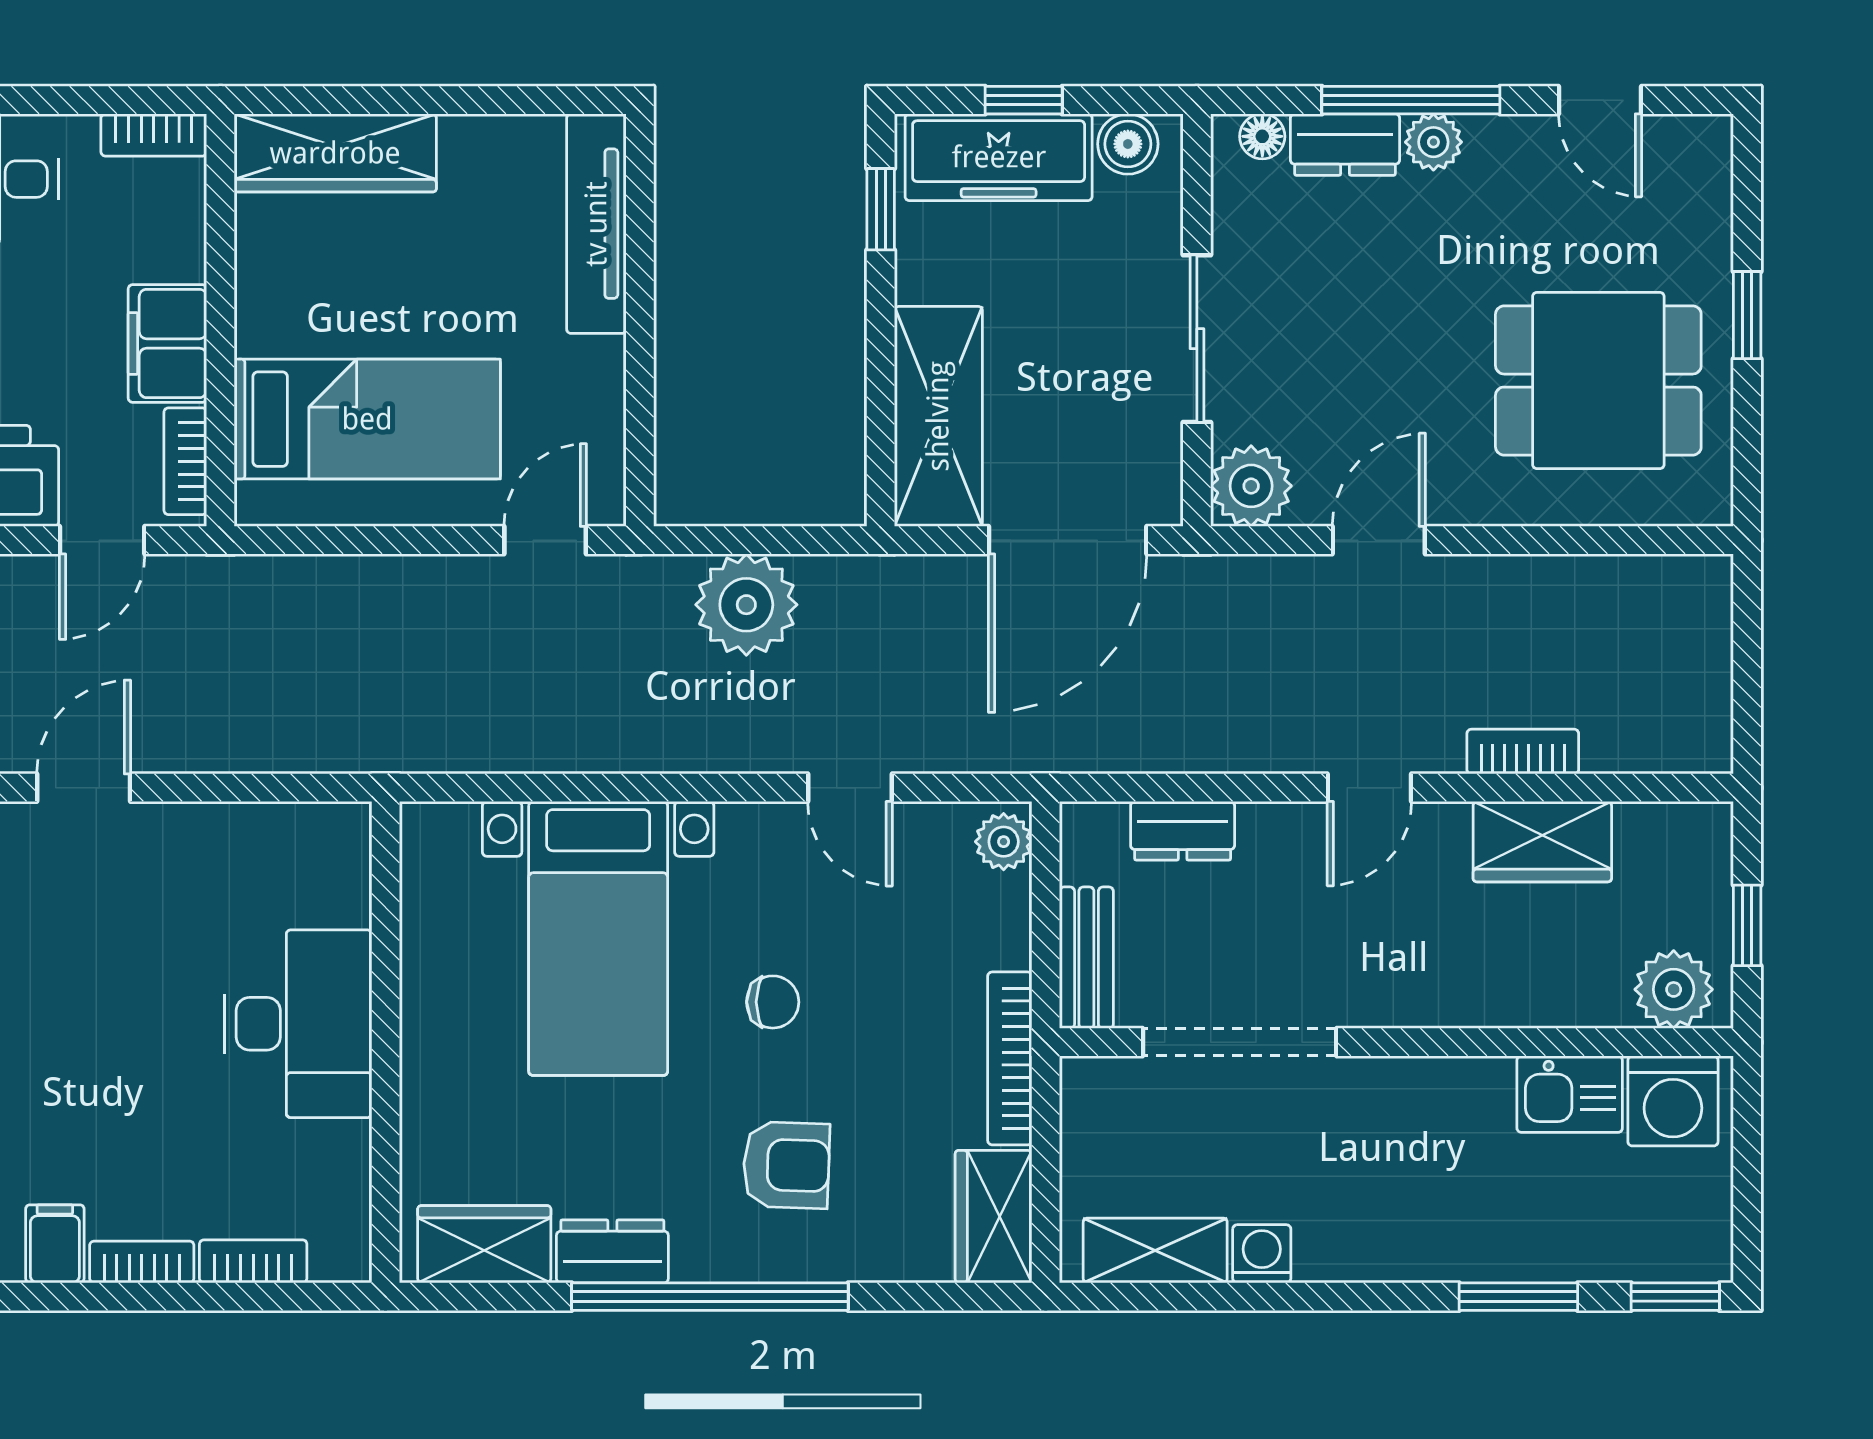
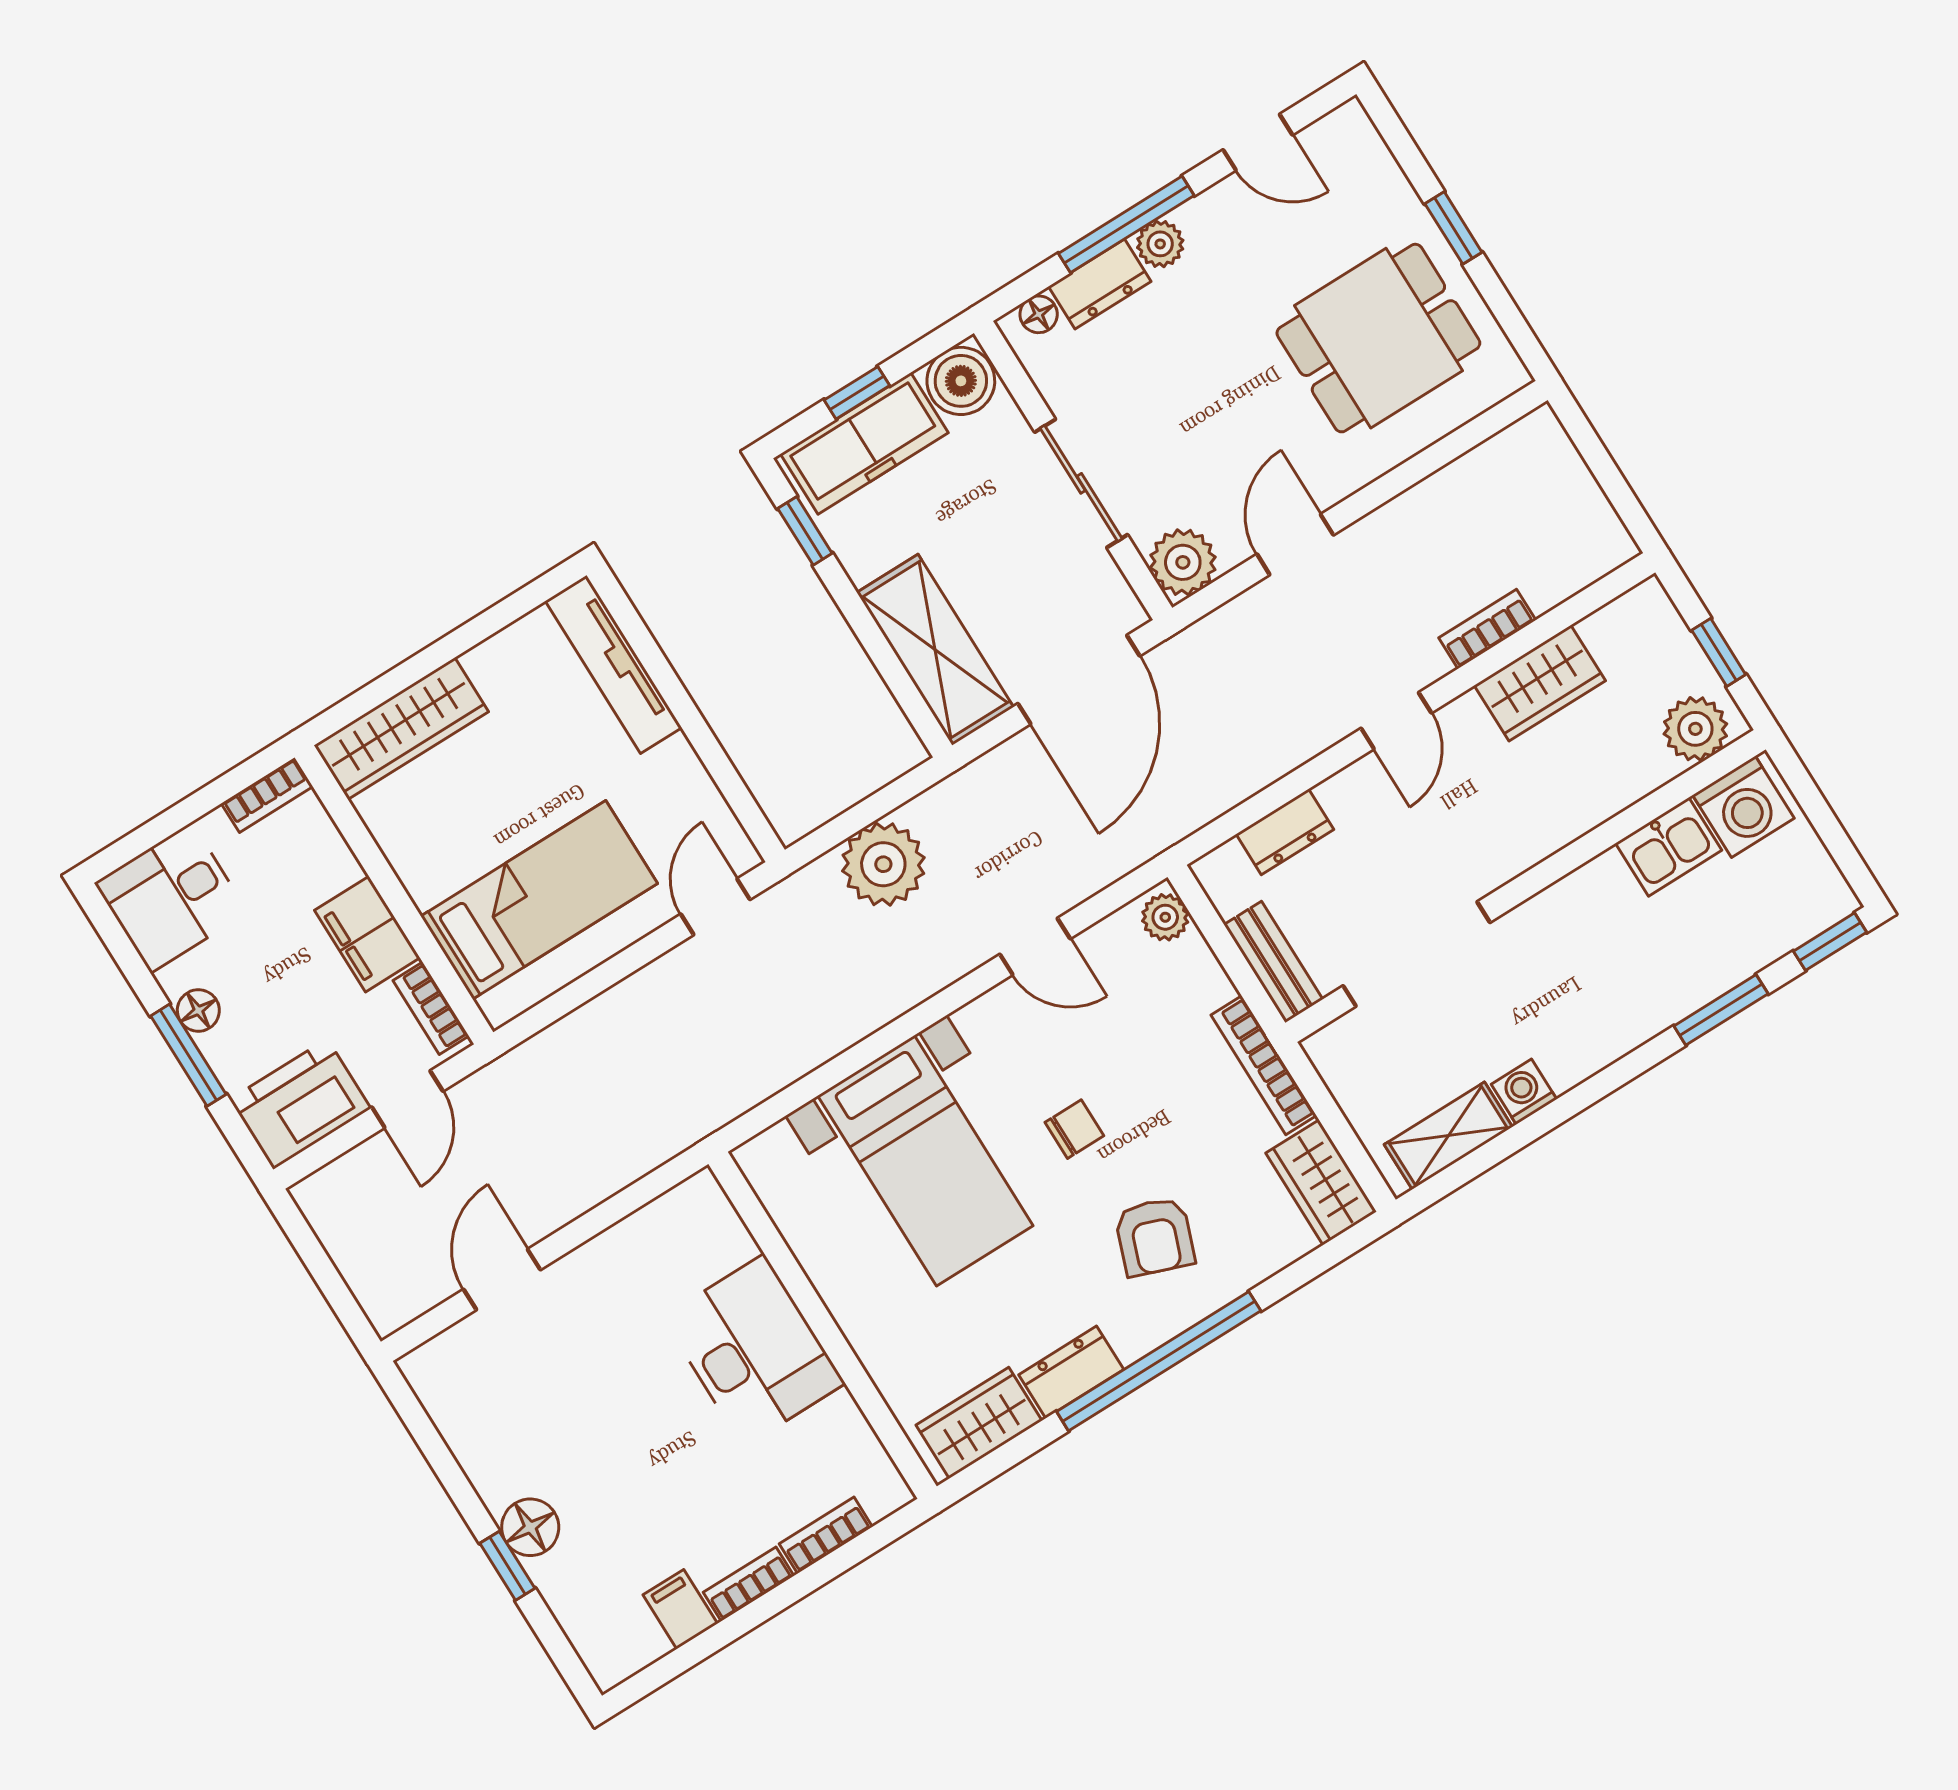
boiler: (1128, 144) -> (961, 381), width x1.36, depth x1.36
armchair: (786, 1165) -> (1155, 1237), turned 108

